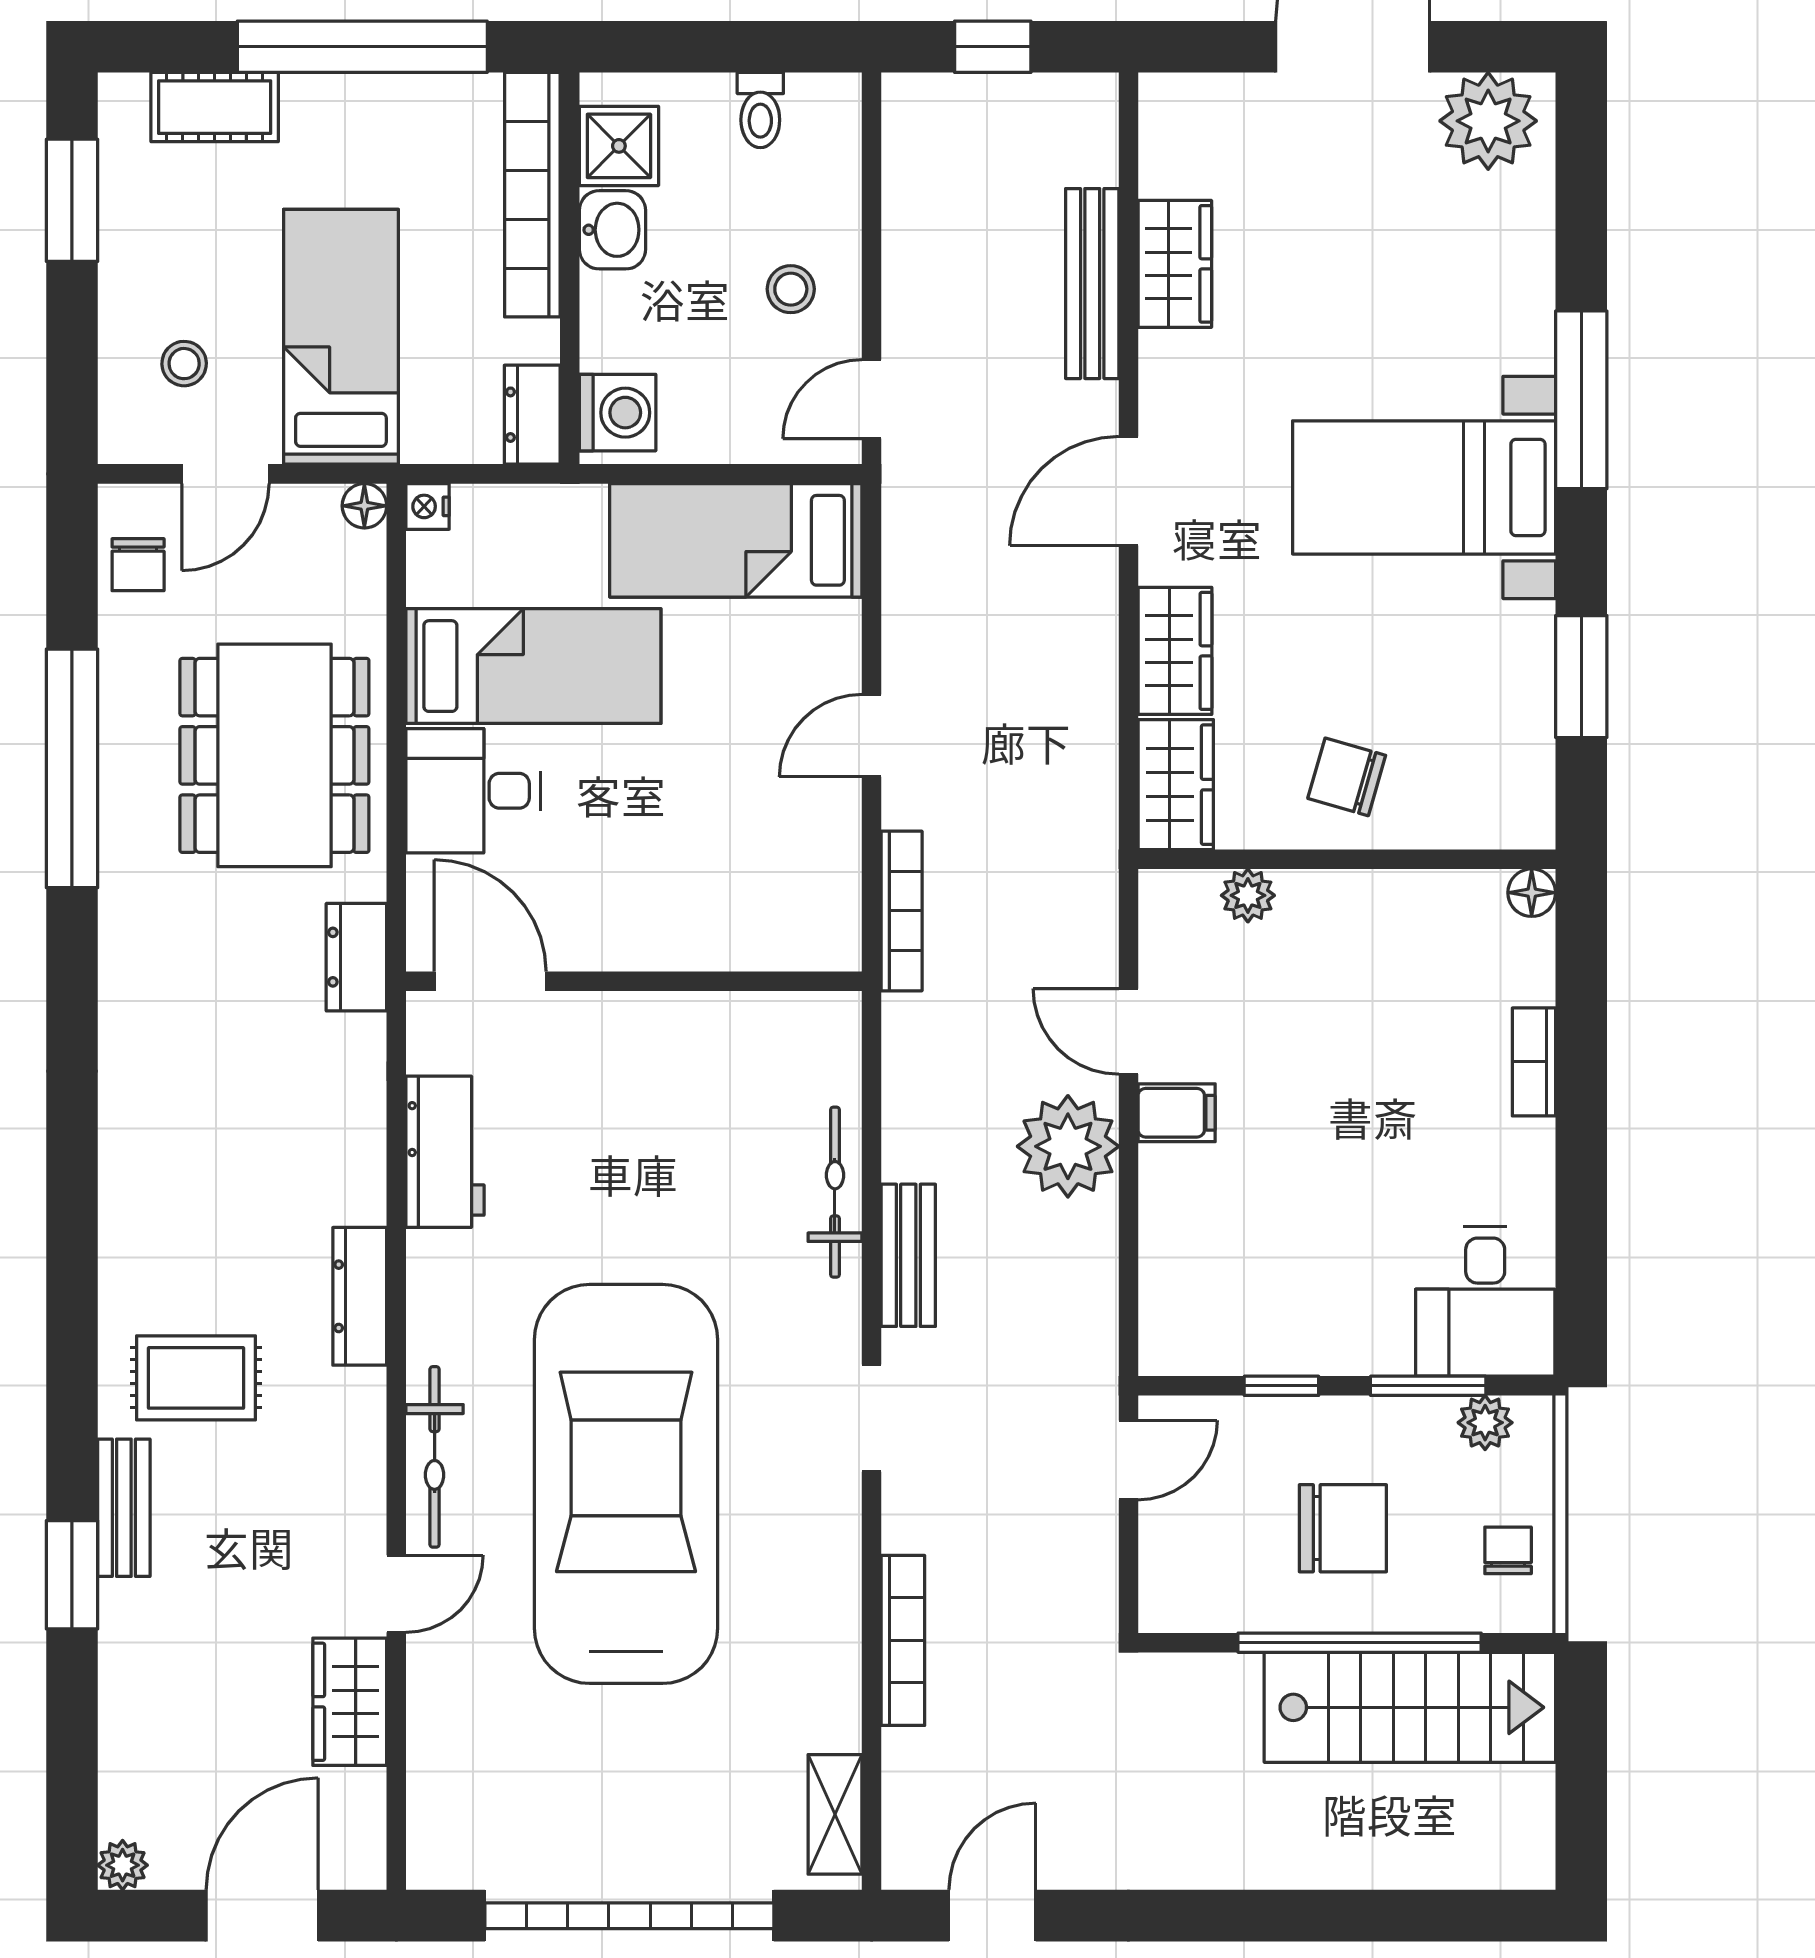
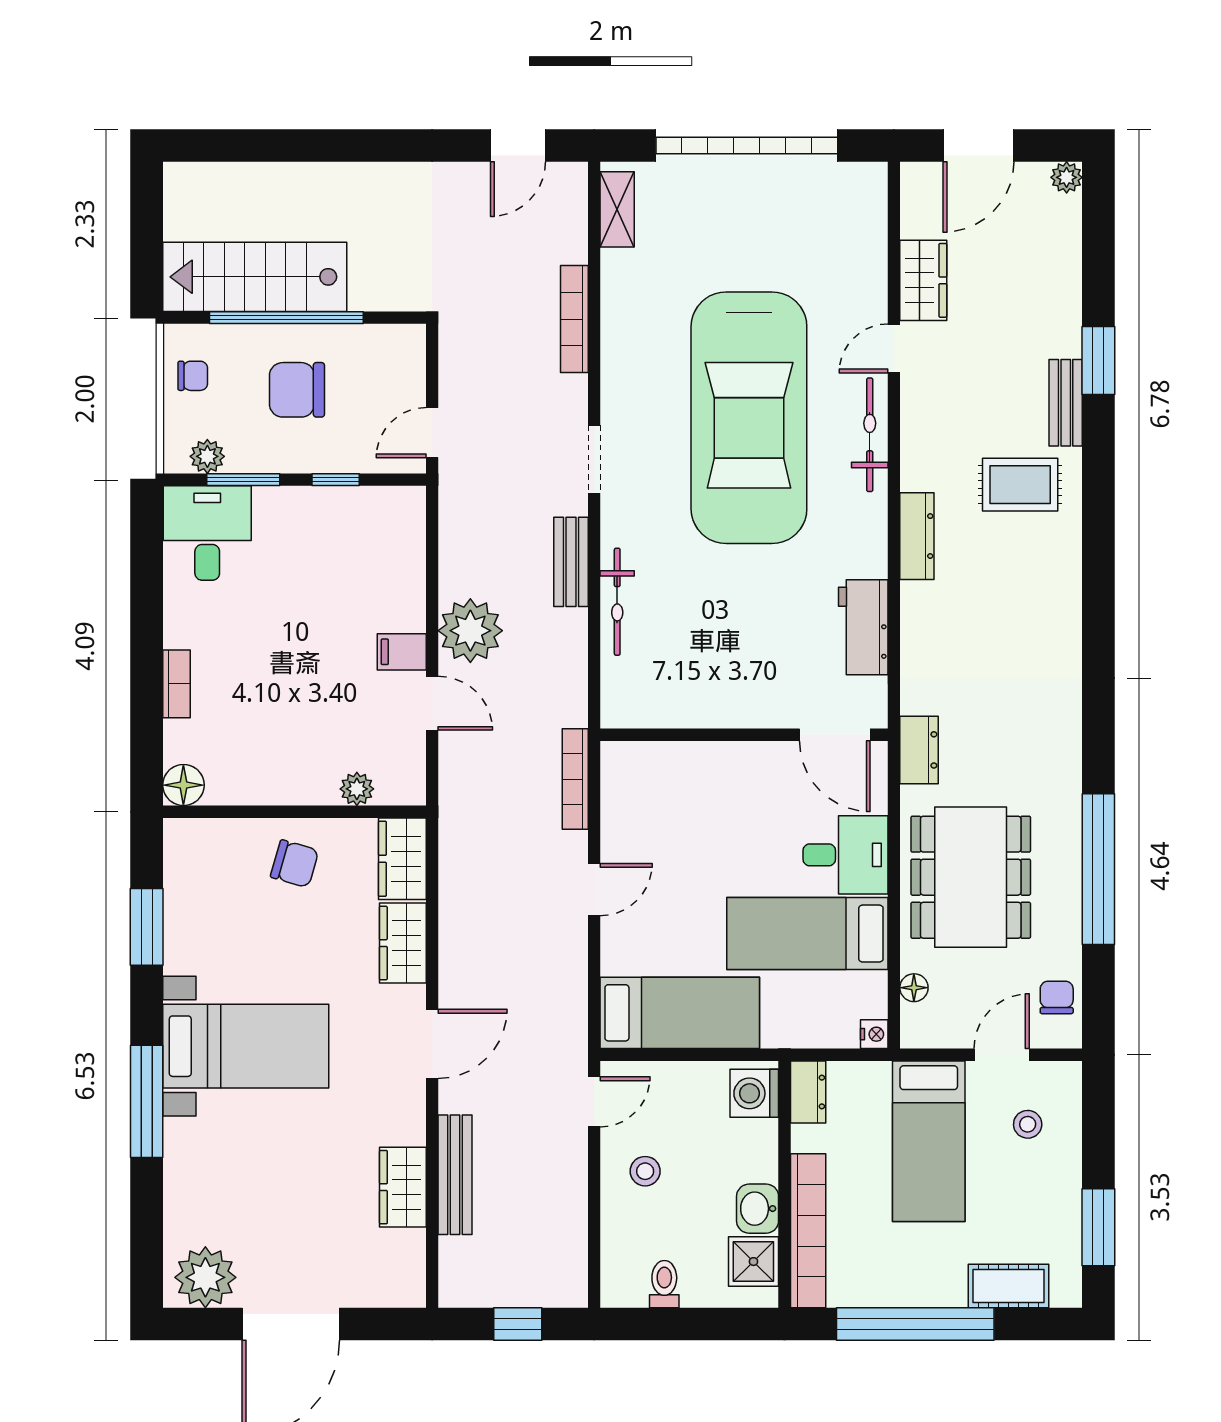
floor lamp: (364, 506) -> (914, 988), moved
floor lamp: (1532, 893) -> (183, 785), width x1.37, depth x1.37
chair: (1508, 1550) -> (193, 376), turned -90

